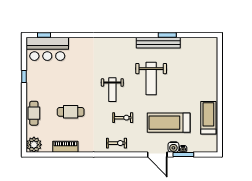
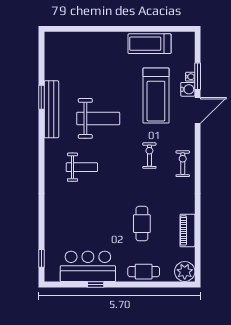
bar counter: (47, 49) -> (88, 266), moved, turned -90
weight bench: (112, 90) -> (82, 167), moved

